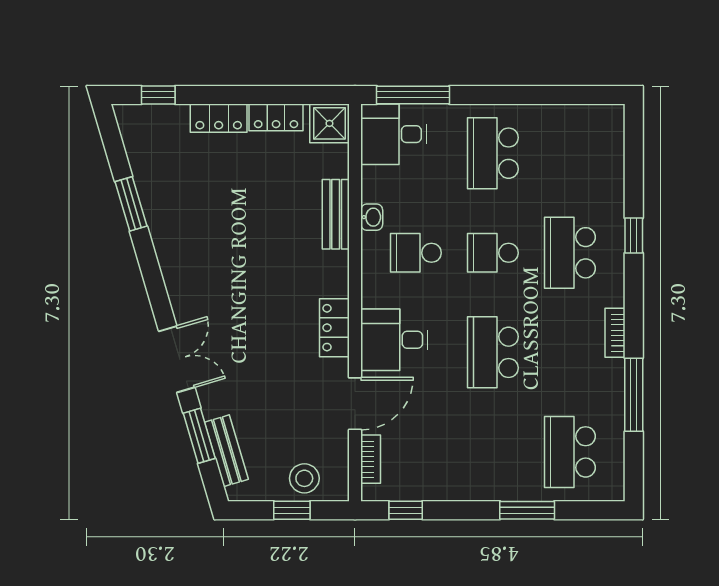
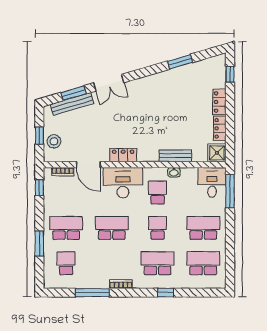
school desk: (570, 153) -> (203, 263), added
desk: (394, 340) -> (123, 183), width x1.37
bench: (226, 451) -> (72, 104), width x1.36
school desk: (493, 452) -> (66, 228), added
school desk: (570, 452) -> (66, 263), width x0.54

